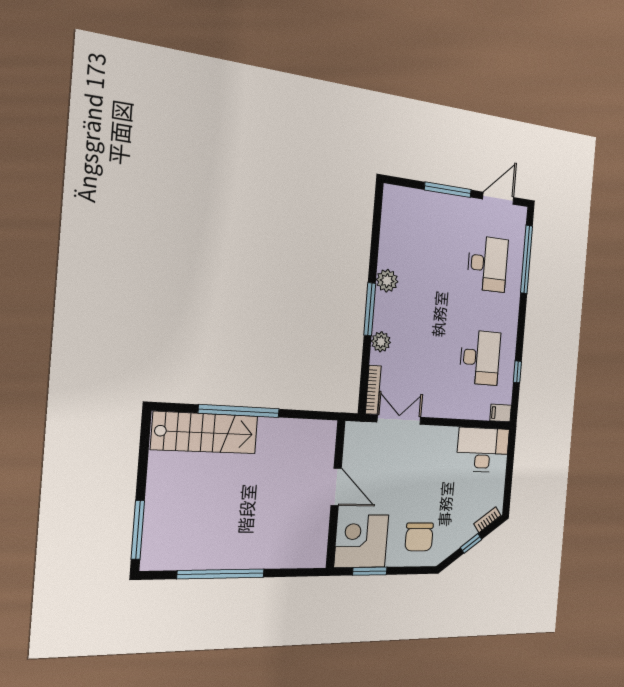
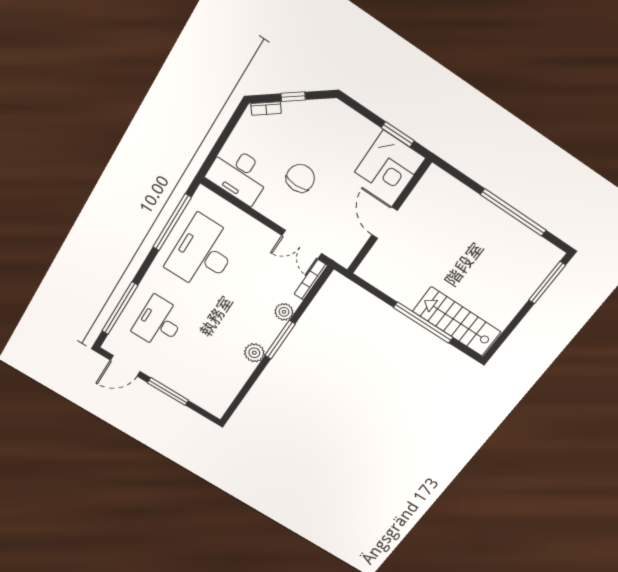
desk: (480, 358) -> (202, 253), width x1.36, depth x1.30
window: (517, 372) -> (172, 222), width x3.17
filing cabinet: (501, 413) -> (206, 196), removed
chair: (419, 537) -> (300, 178), moved

